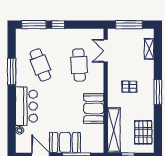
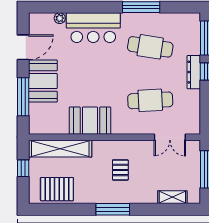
dresser: (59, 33) -> (194, 72), added
double door: (106, 51) -> (170, 137), swing flipped
cafe table: (40, 65) -> (150, 47), turned 30

